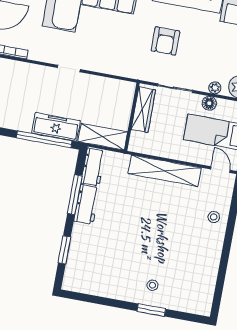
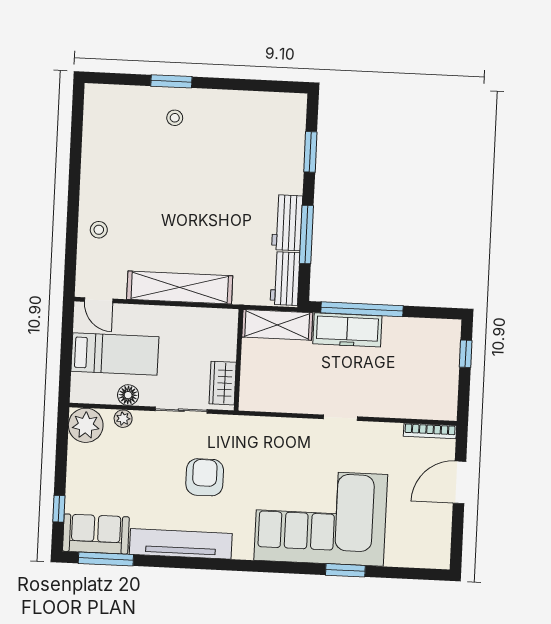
wardrobe: (143, 110) -> (223, 383), width x0.67

